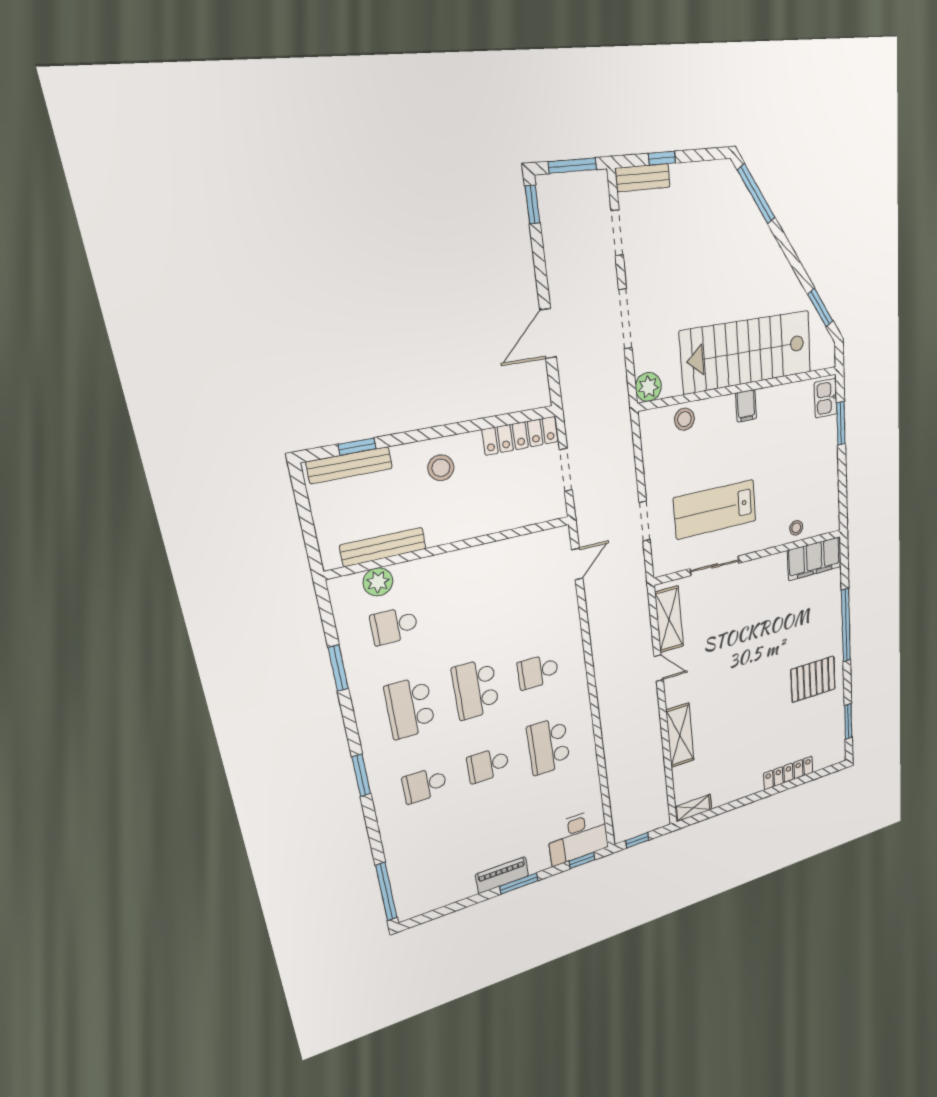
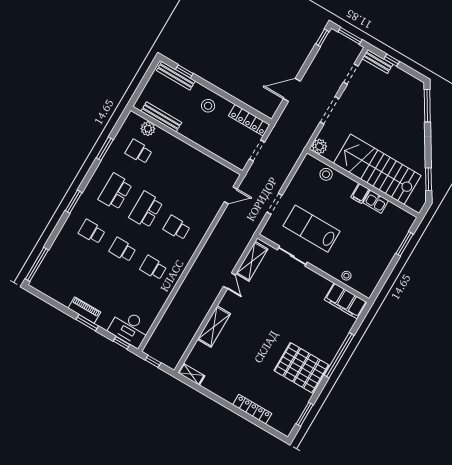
kitchen sink: (826, 398) -> (376, 202), moved, turned -90
pallet: (813, 679) -> (301, 368), width x1.37, depth x1.41
school desk: (548, 746) -> (153, 268), width x0.54

